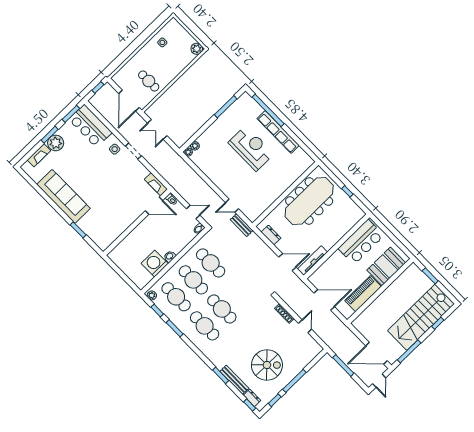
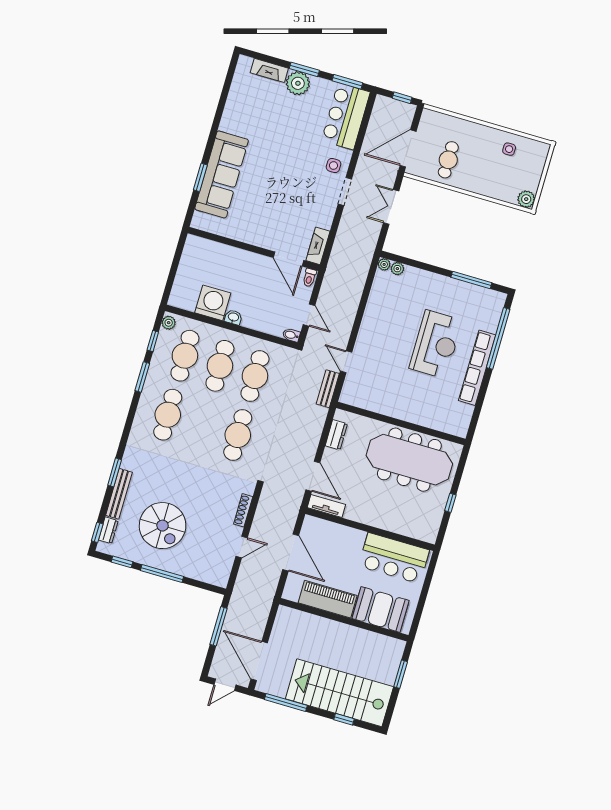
sofa: (64, 196) -> (222, 174), moved
tv unit: (312, 261) -> (326, 506), width x0.71
cafe table: (222, 309) -> (238, 435), moved

